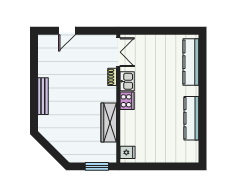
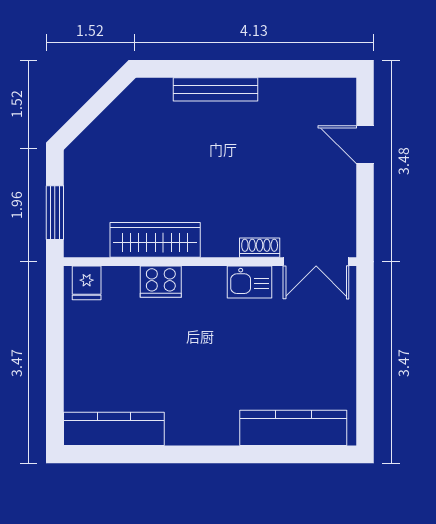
cooker: (127, 101) -> (161, 282), moved
kitchen counter: (191, 118) -> (114, 429), moved

